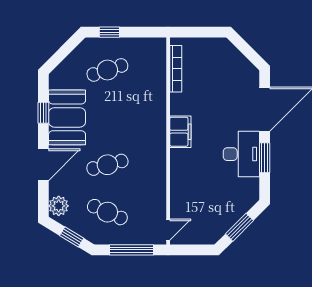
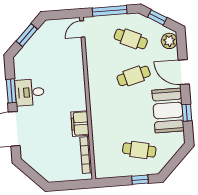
cafe table: (107, 70) -> (139, 150), turned 30
filing cabinet: (180, 132) -> (80, 124), moved
desk: (241, 154) -> (30, 92), width x0.73
door: (43, 165) -> (184, 72), hinge flipped

